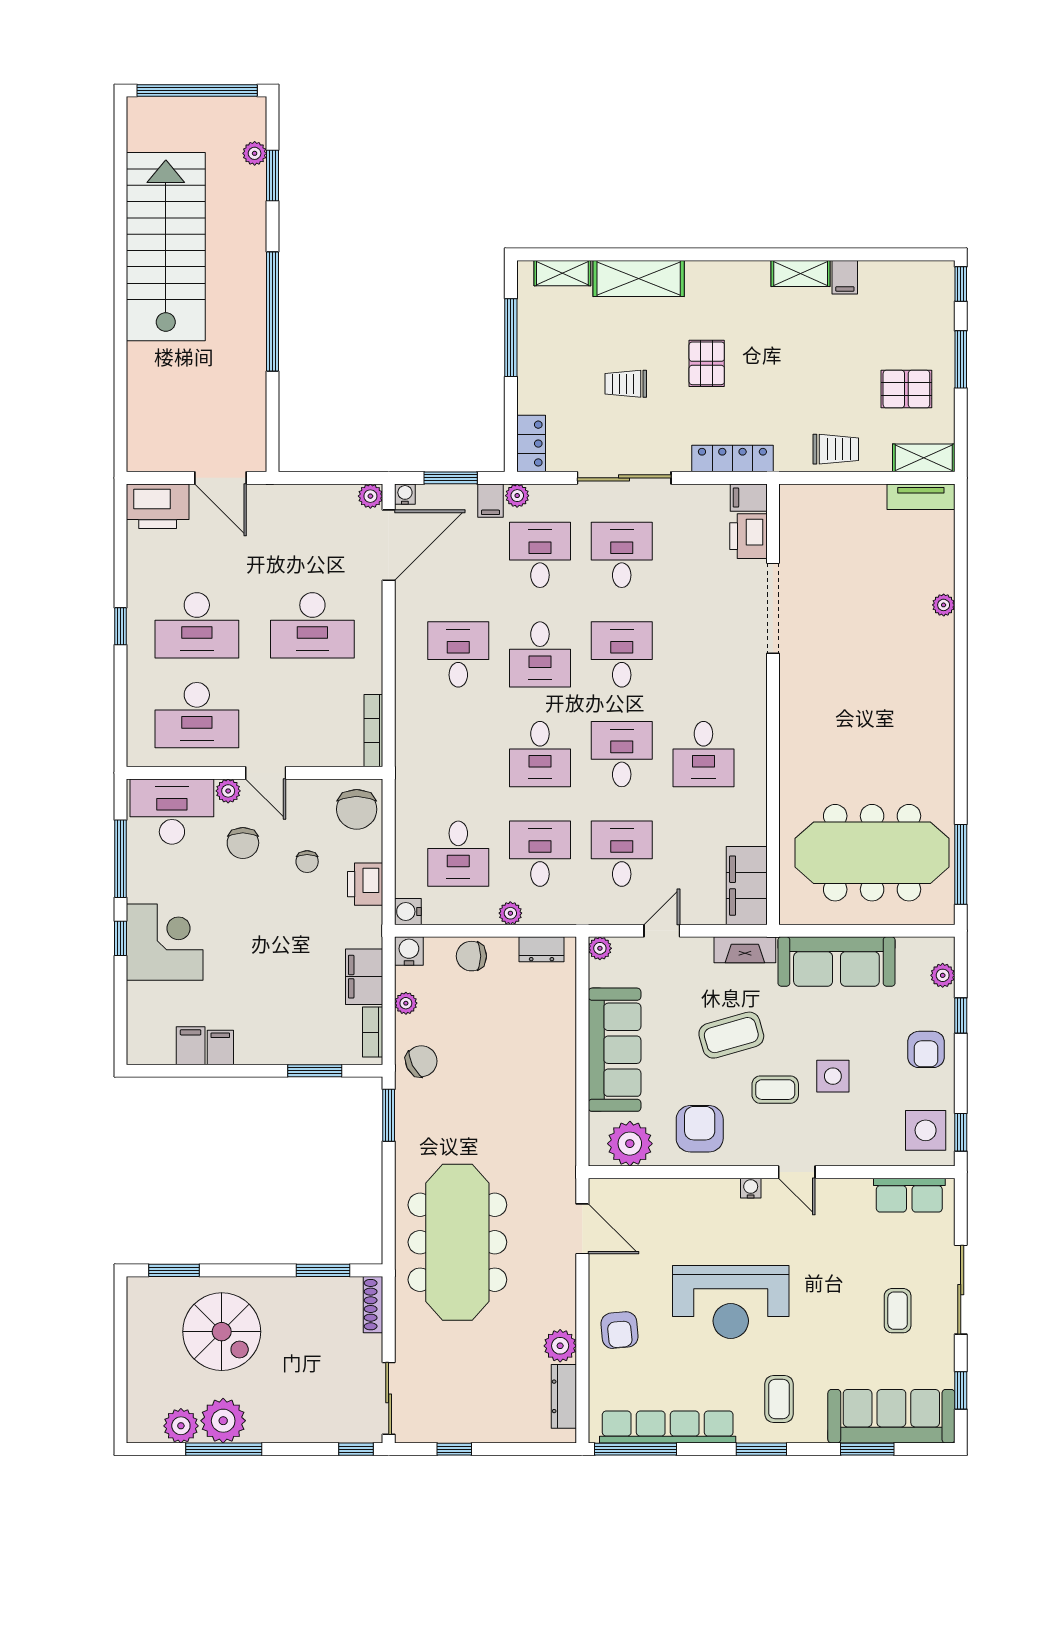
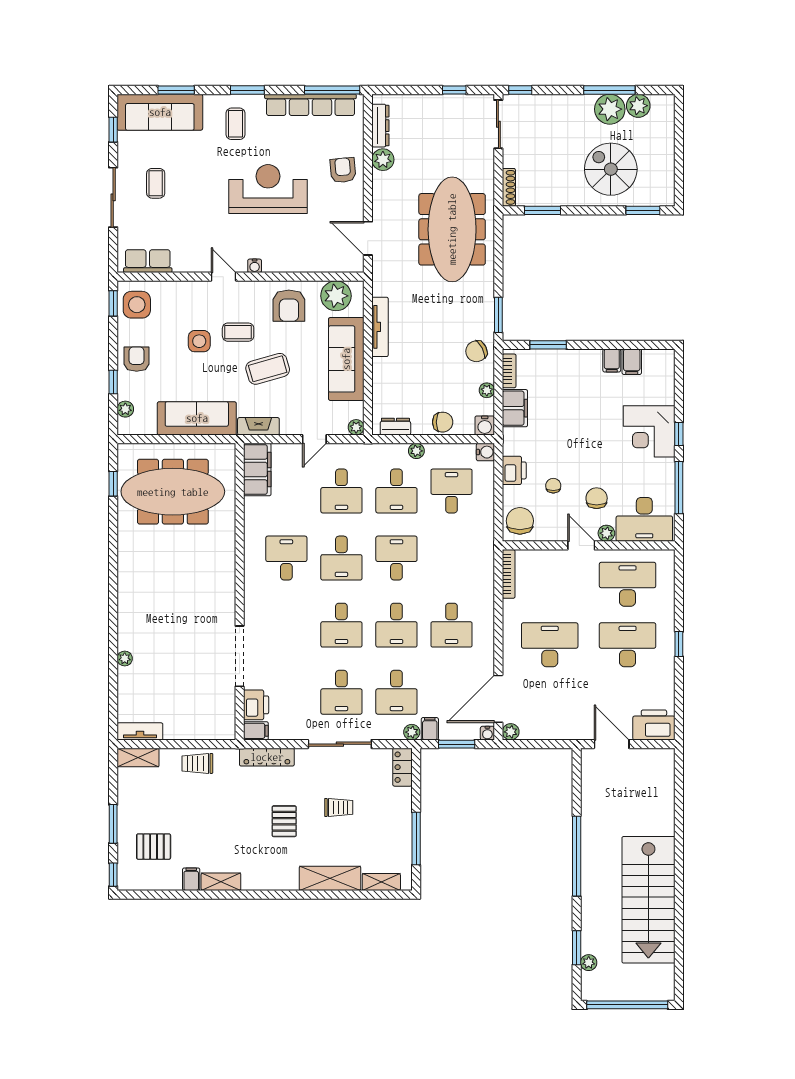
pallet: (906, 389) -> (154, 847), moved
desk: (540, 654) -> (396, 625), turned 180
window: (961, 864) -> (113, 484), width x0.46
tv unit: (564, 1097) -> (380, 327), added

